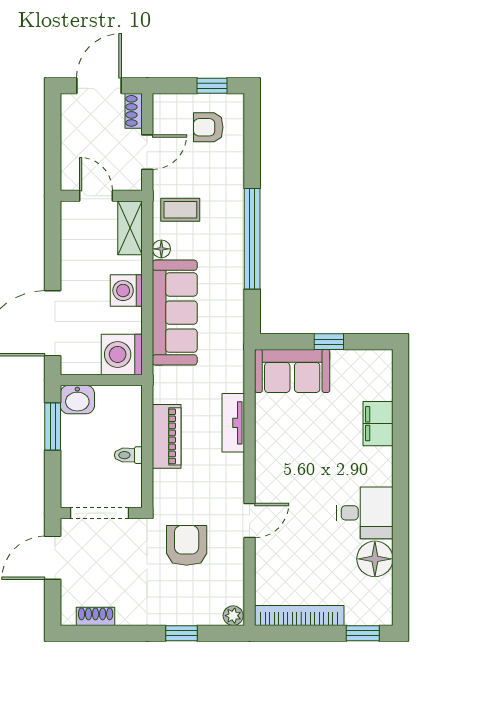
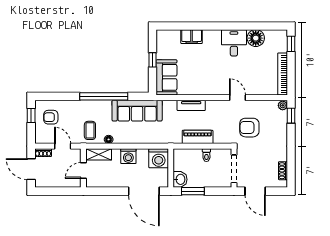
armchair: (208, 127) -> (51, 117), turned 90
sofa: (175, 313) -> (137, 111), moved, turned 180
window: (182, 633) -> (291, 116), moved

